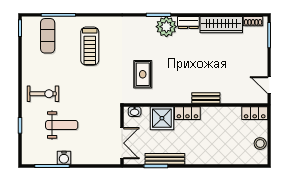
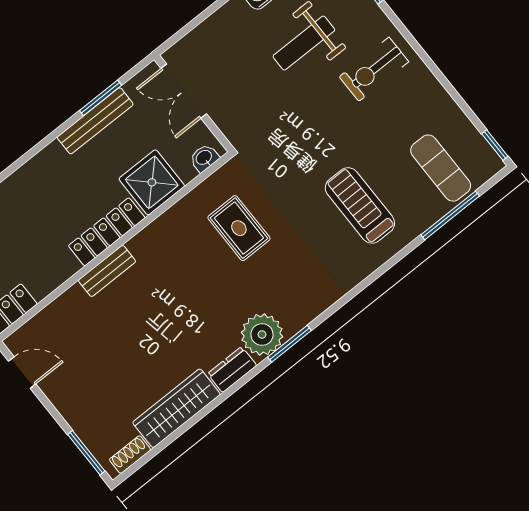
locker: (187, 113) -> (107, 232), width x1.53

